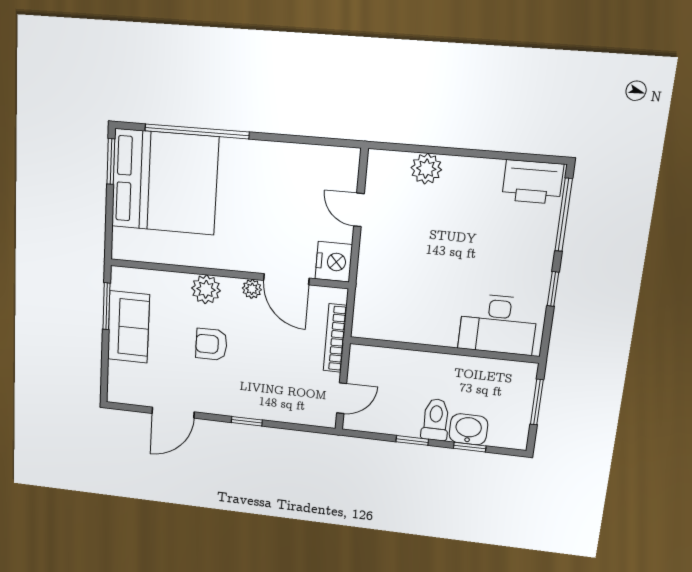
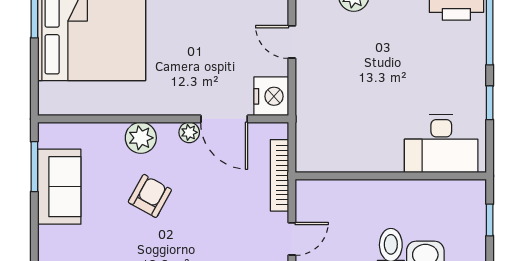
armchair: (211, 344) -> (150, 196), turned 119
window: (537, 402) -> (490, 220), width x0.67

